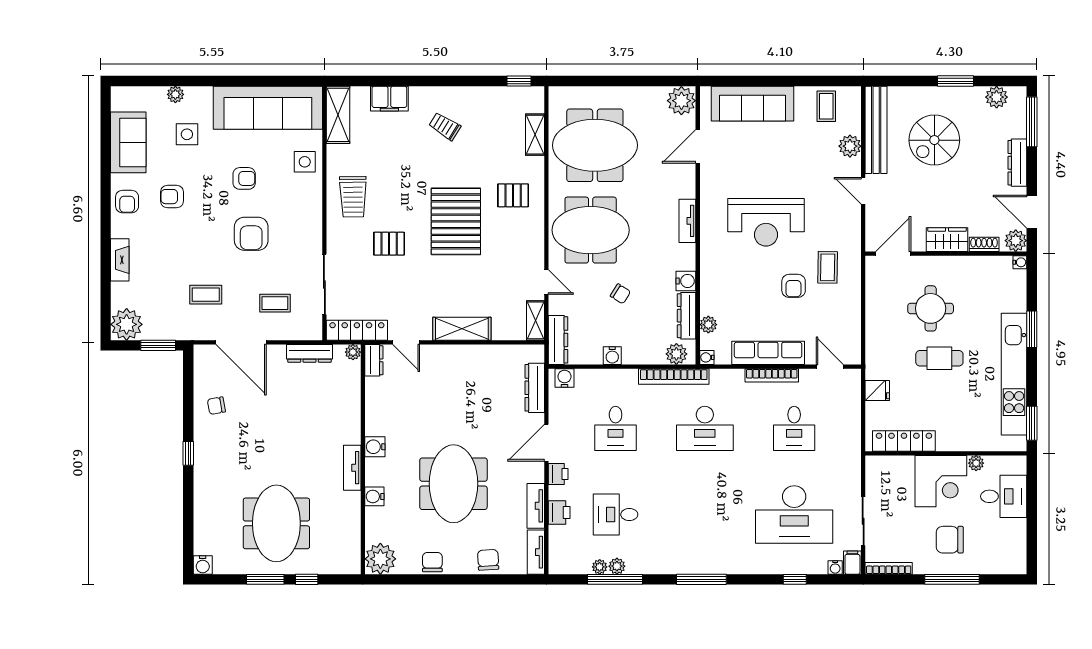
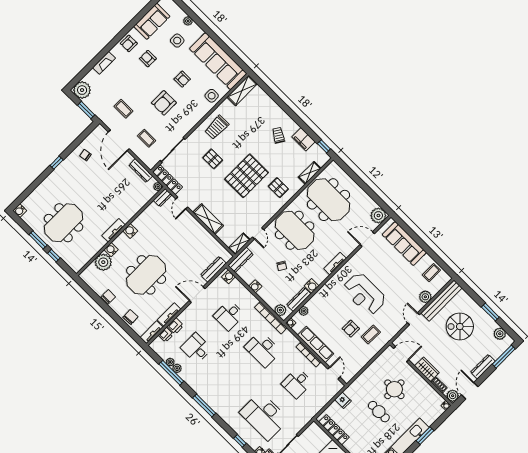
filing cabinet: (389, 99) -> (303, 139), moved
printer: (558, 474) -> (166, 335), moved
plant: (380, 559) -> (103, 262), moved

